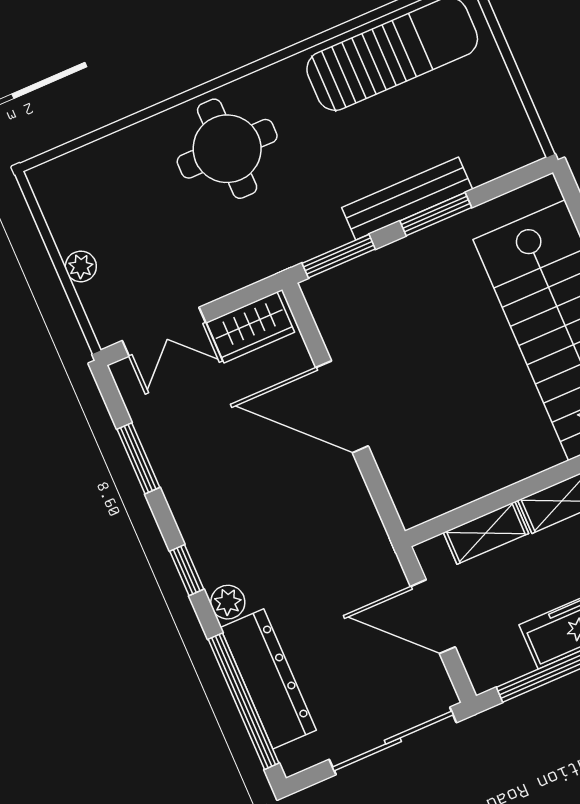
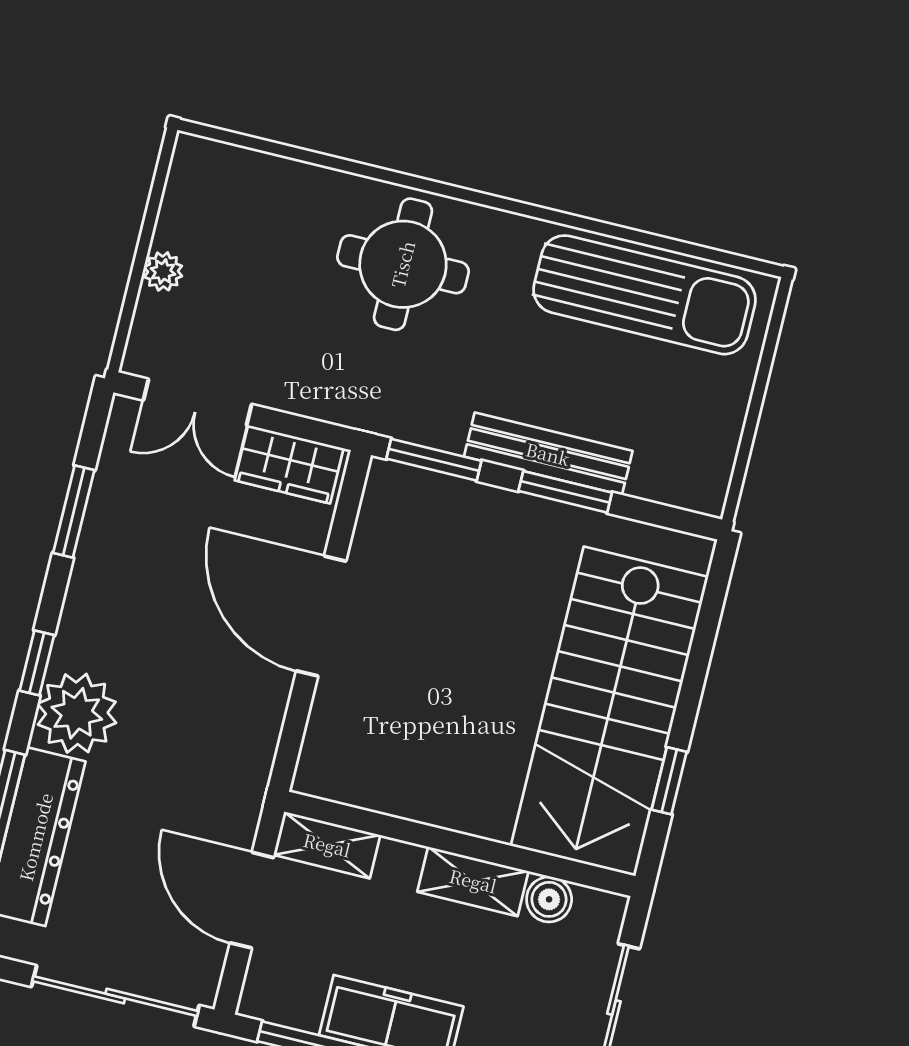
shelving: (486, 533) -> (327, 845), moved
plant: (228, 602) -> (77, 713), width x1.87, depth x1.87

